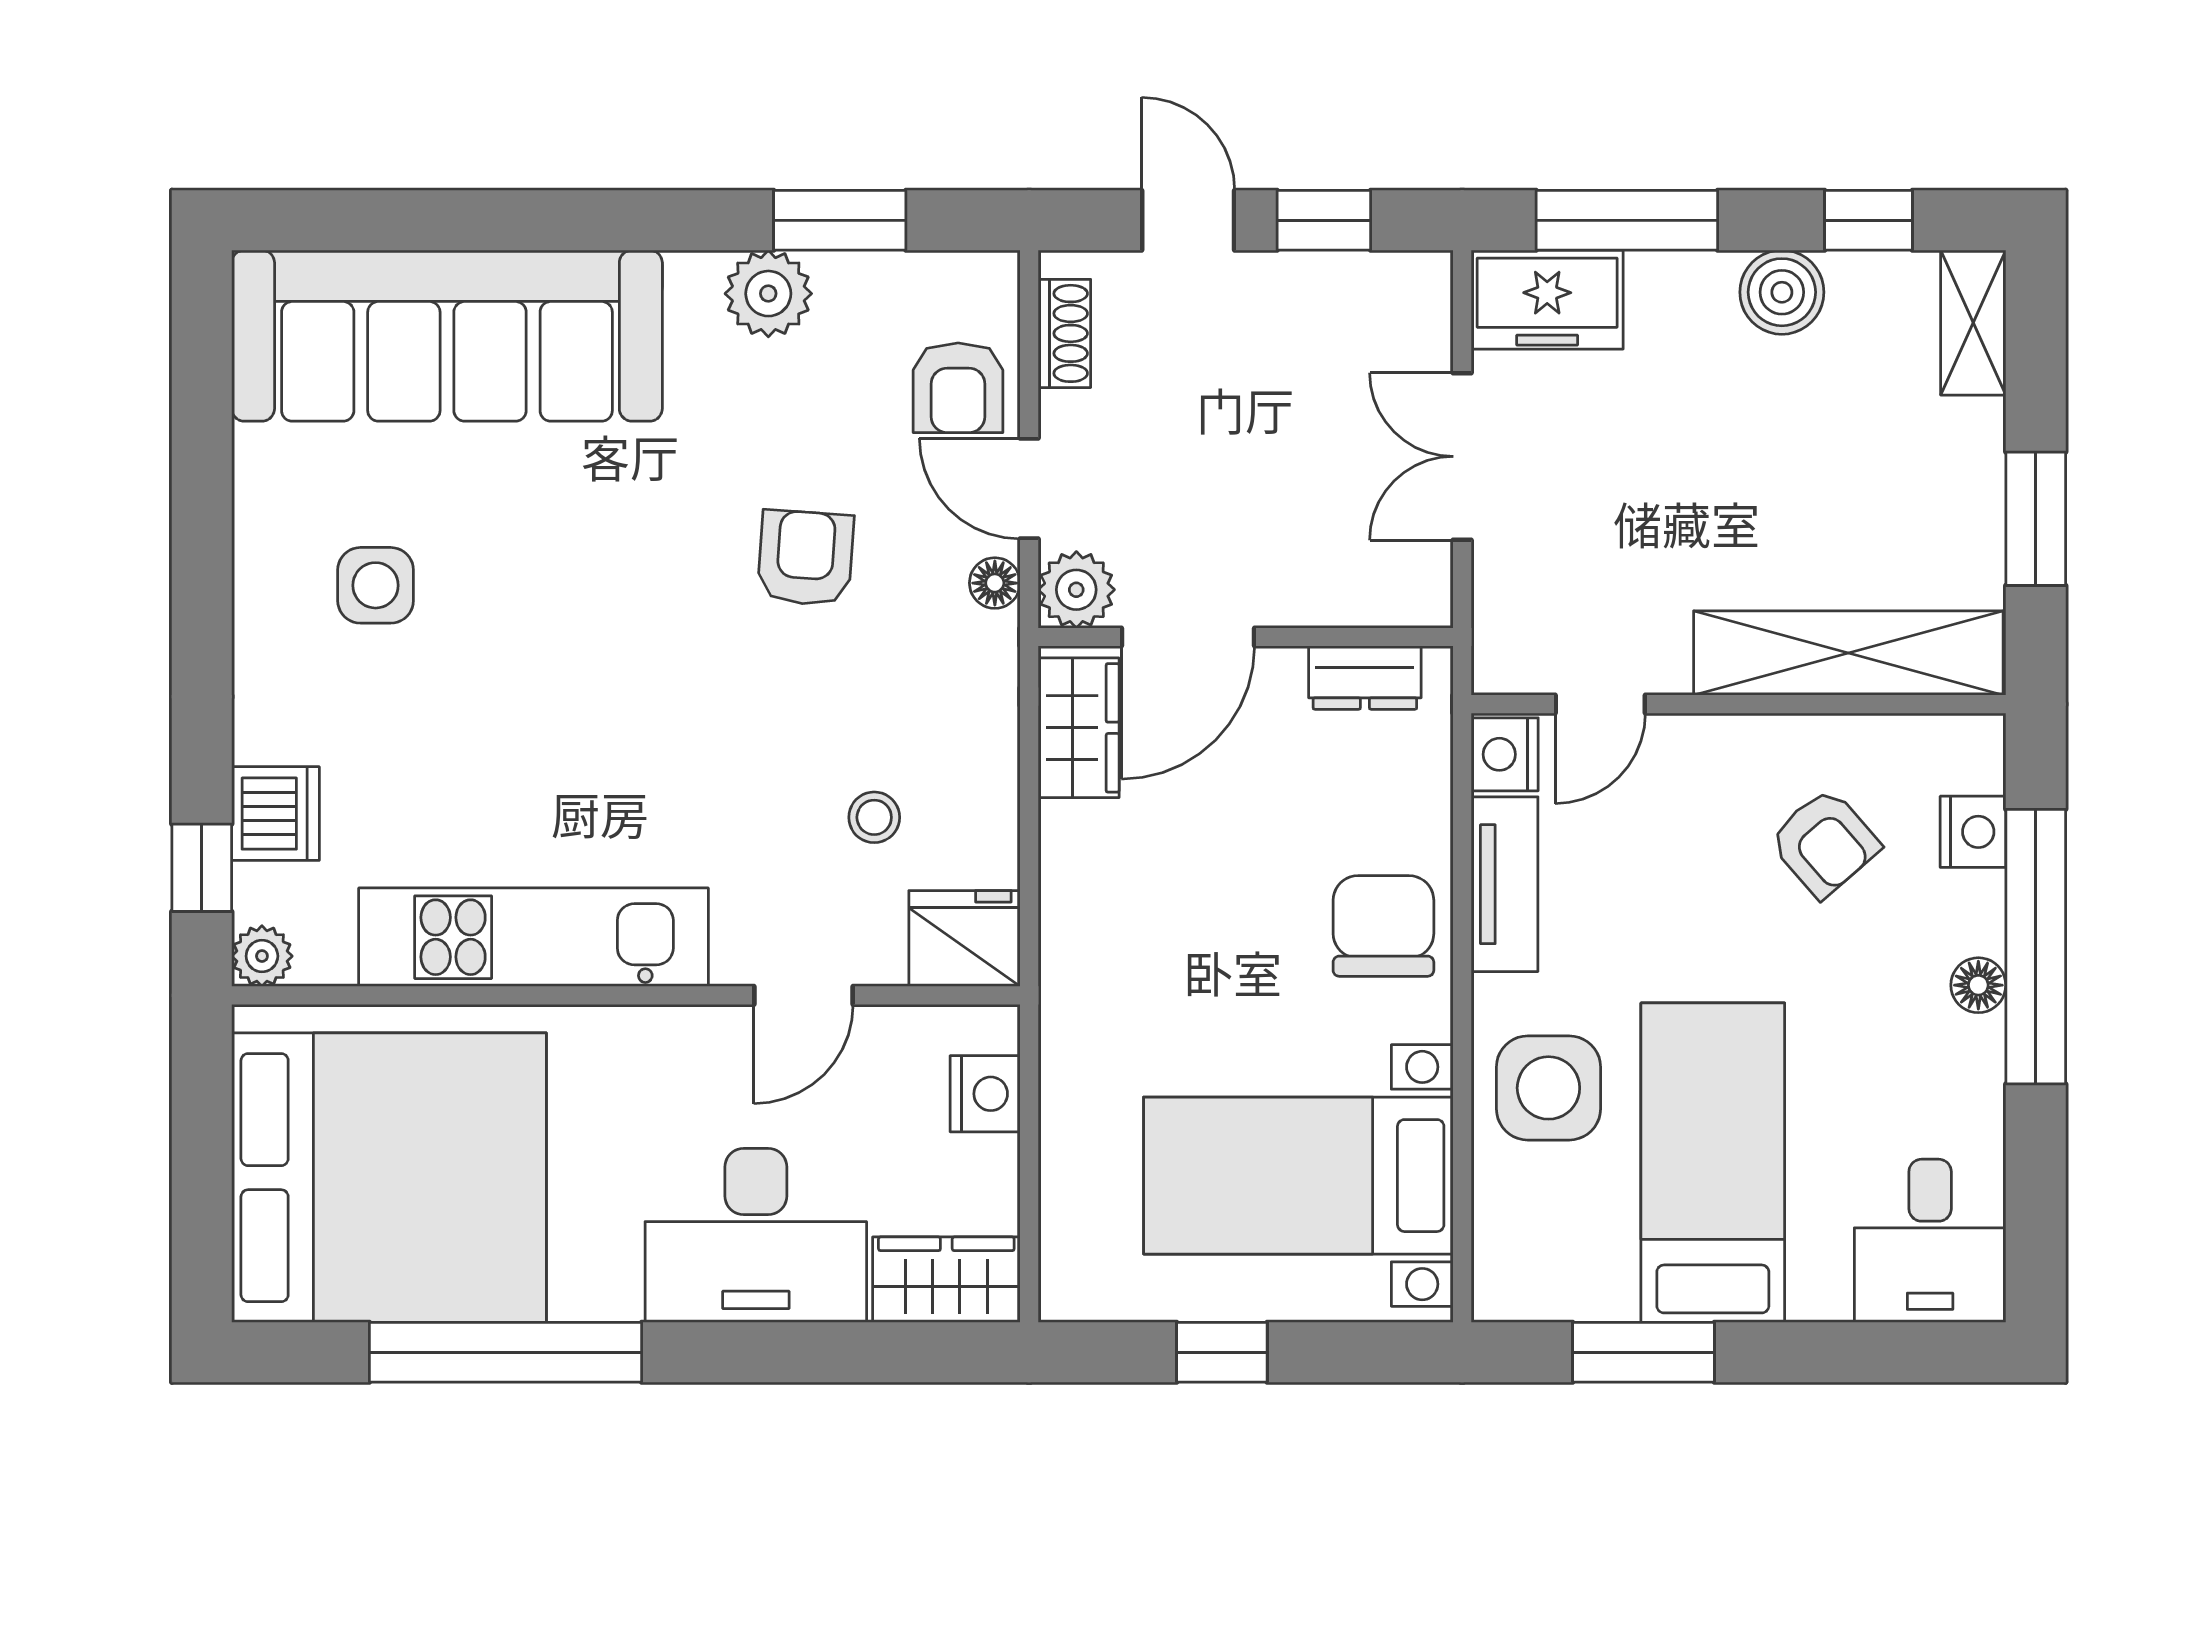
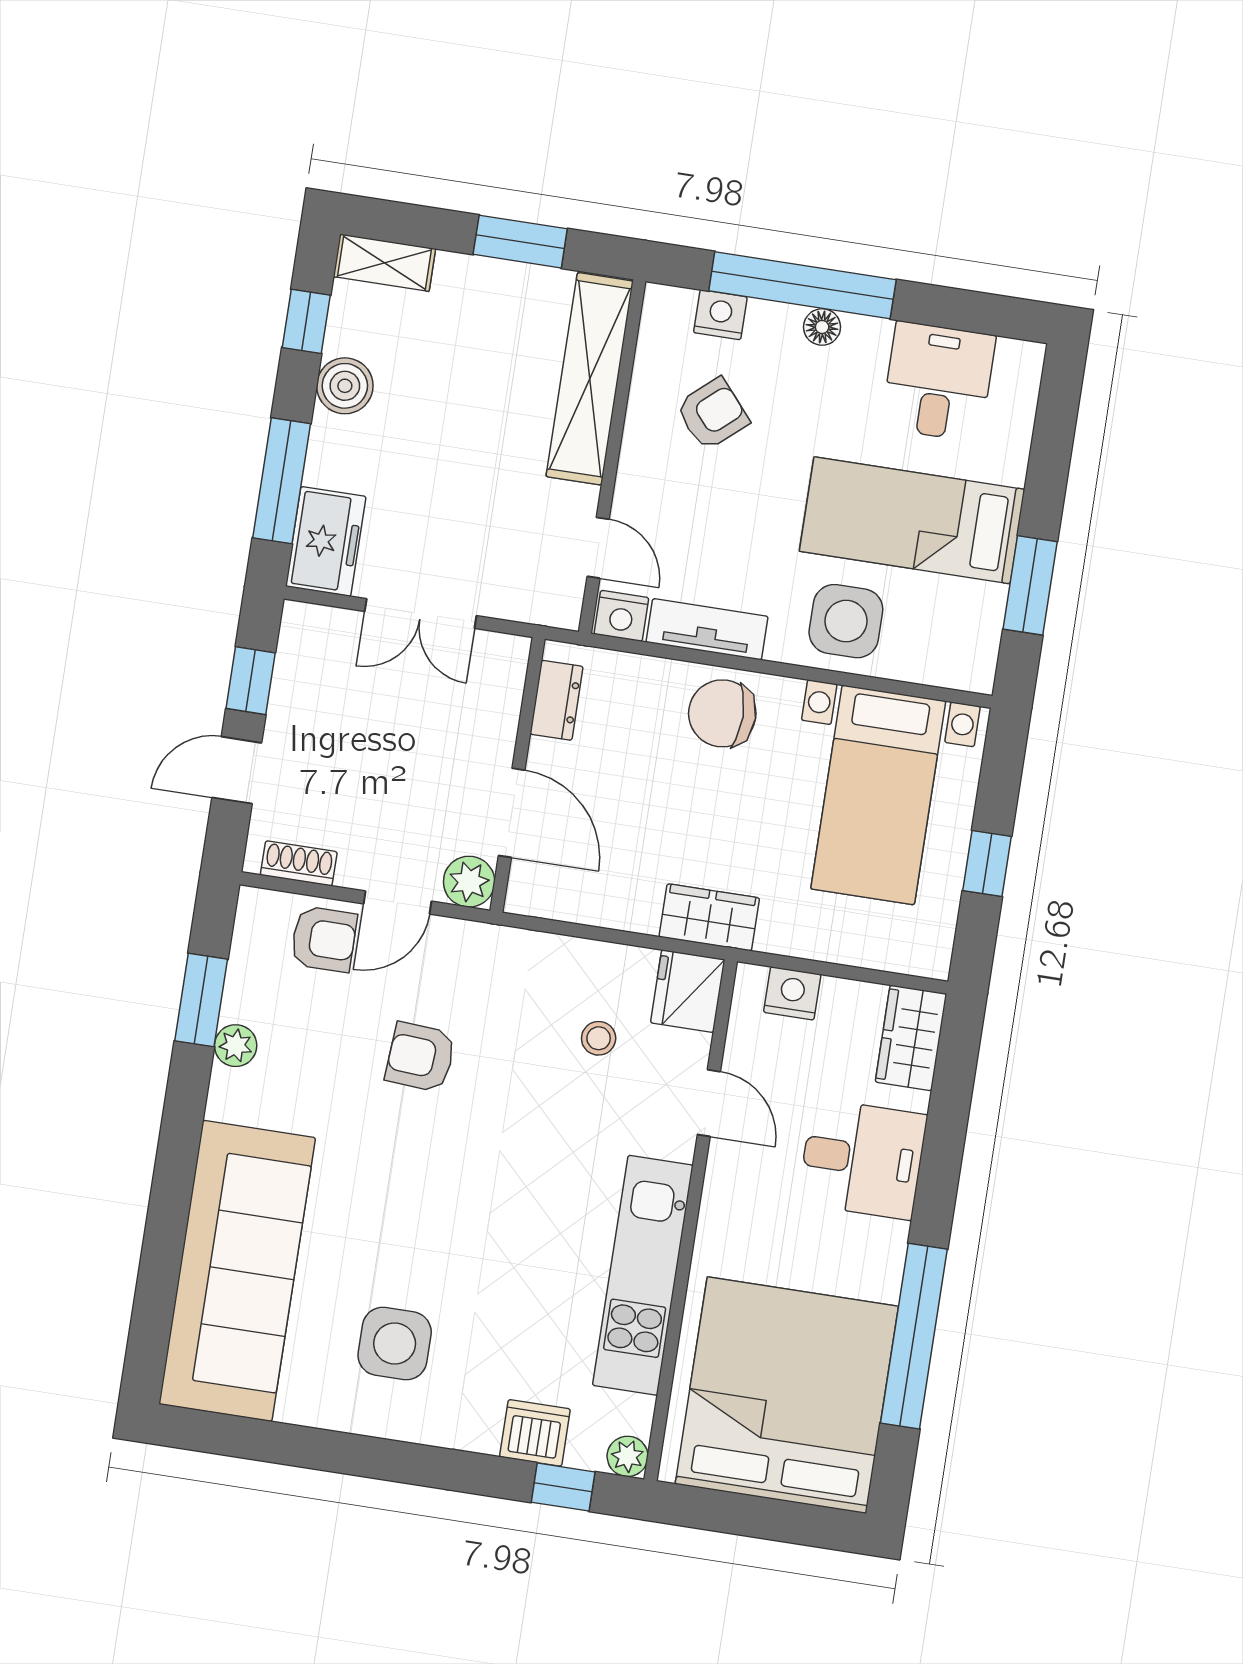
plant: (768, 294) -> (236, 1046), width x0.73, depth x0.73
floor lamp: (995, 583) -> (456, 935), removed
side table: (376, 585) -> (395, 1344), width x1.37, depth x1.37
wardrobe: (1079, 728) -> (709, 917), moved
desk: (756, 1235) -> (862, 1159), width x0.73
desk: (1930, 1241) -> (938, 382), moved, turned -90

